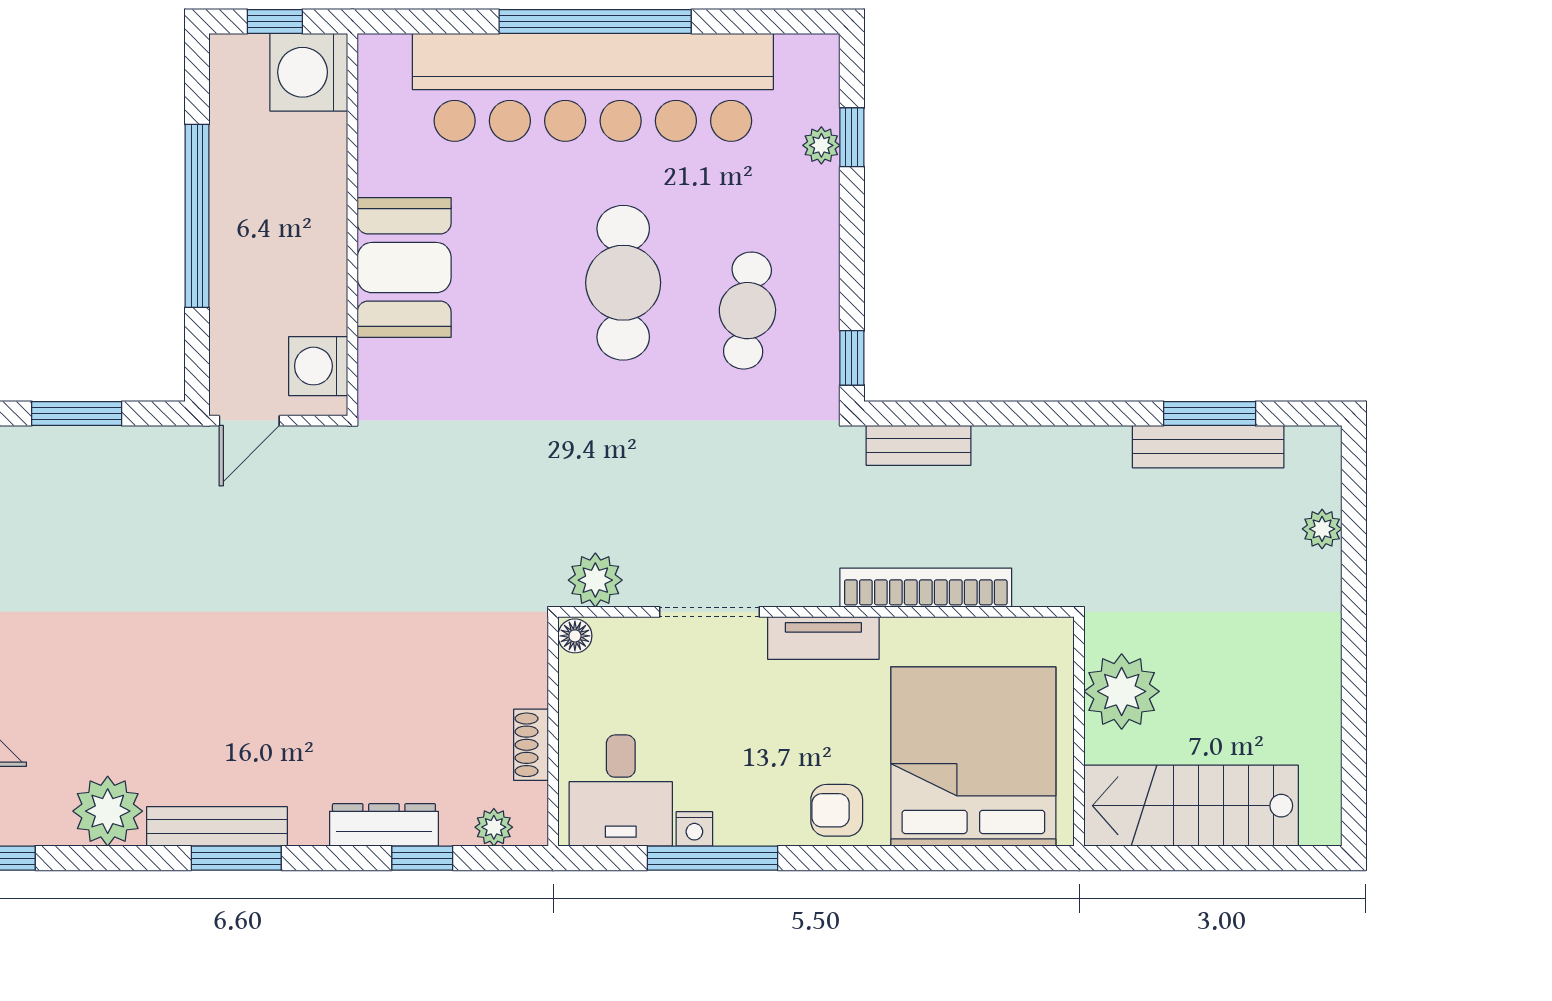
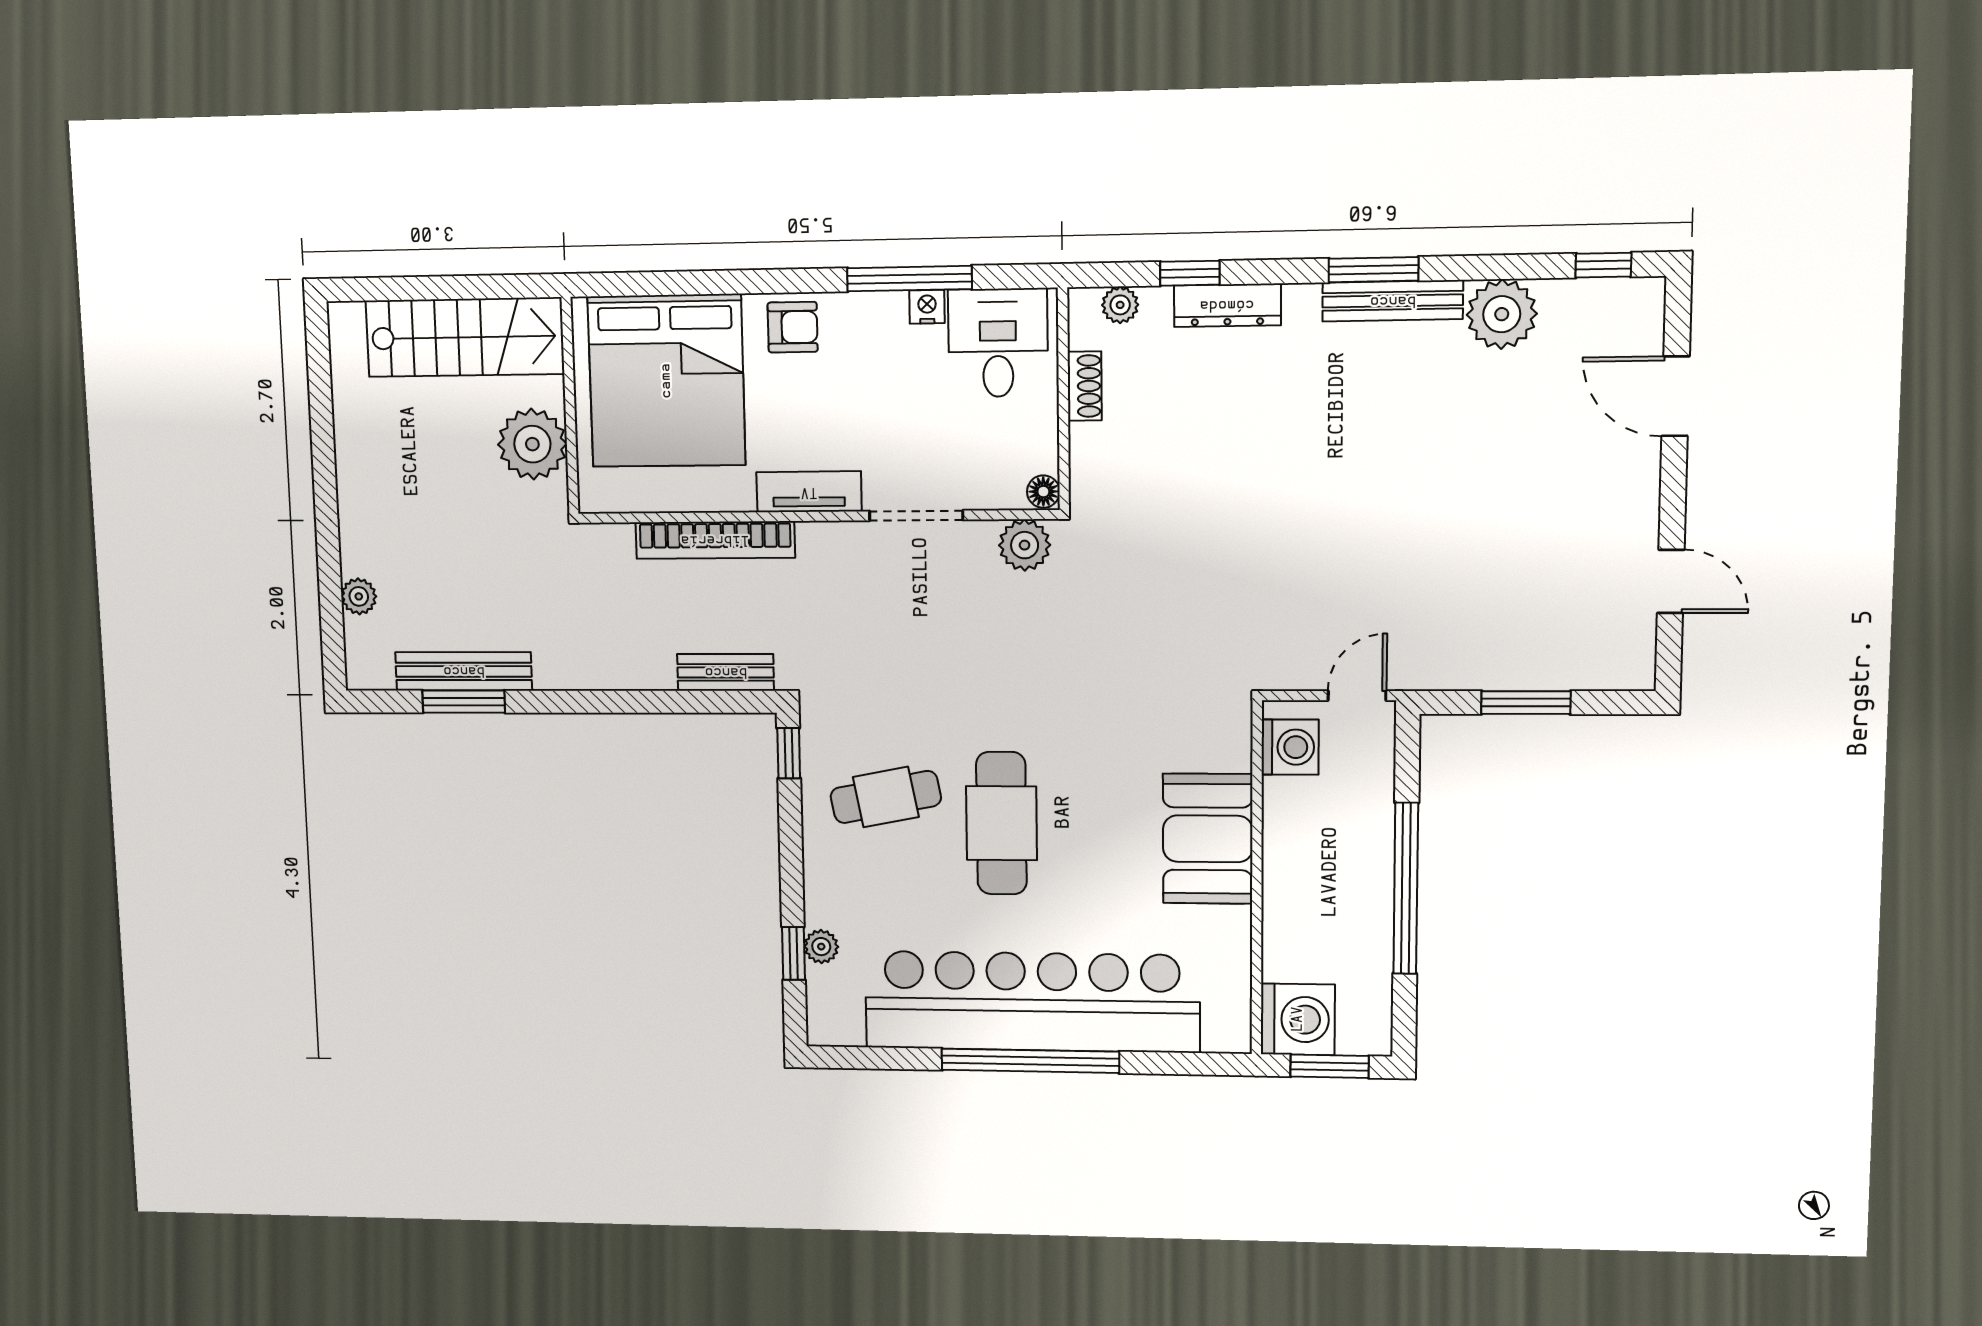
window: (275, 22) -> (1330, 1066), width x1.50
cafe table: (747, 311) -> (886, 797), turned 73

